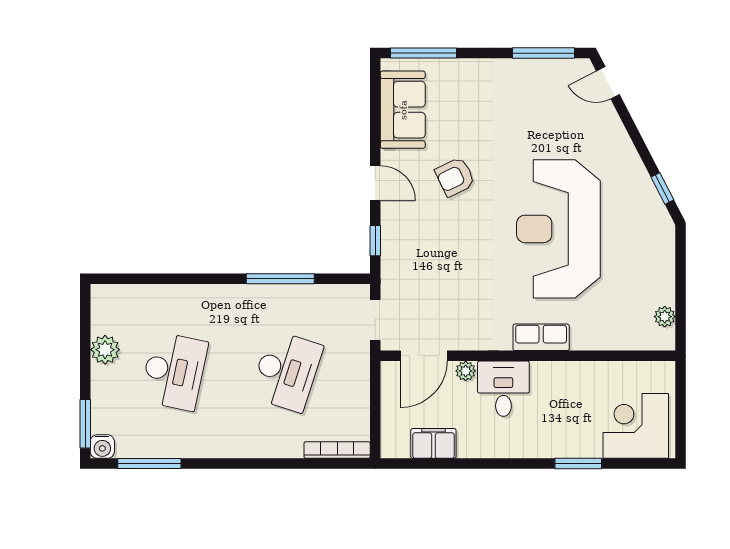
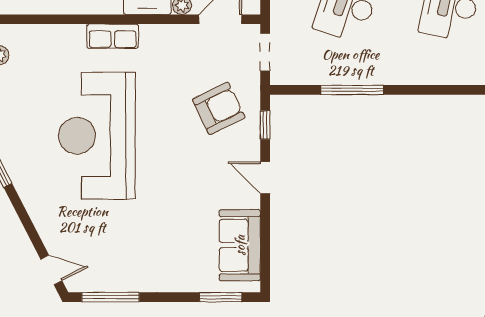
window: (423, 53) -> (221, 297), width x0.69
armchair: (455, 177) -> (219, 108), moved, width x1.38, depth x1.38
reception desk: (558, 229) -> (97, 136), turned 180

